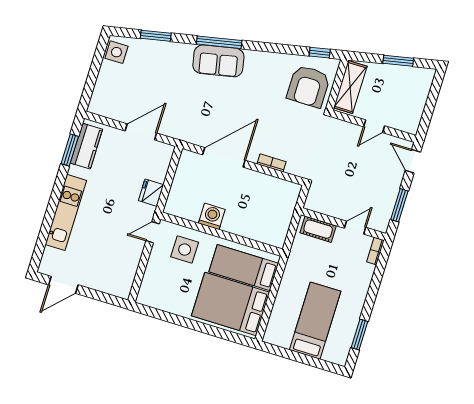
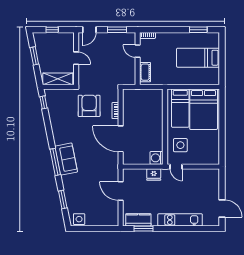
armchair: (308, 86) -> (89, 106), moved, turned -90
window: (431, 102) -> (52, 30), added
washing machine: (212, 216) -> (157, 158), moved

